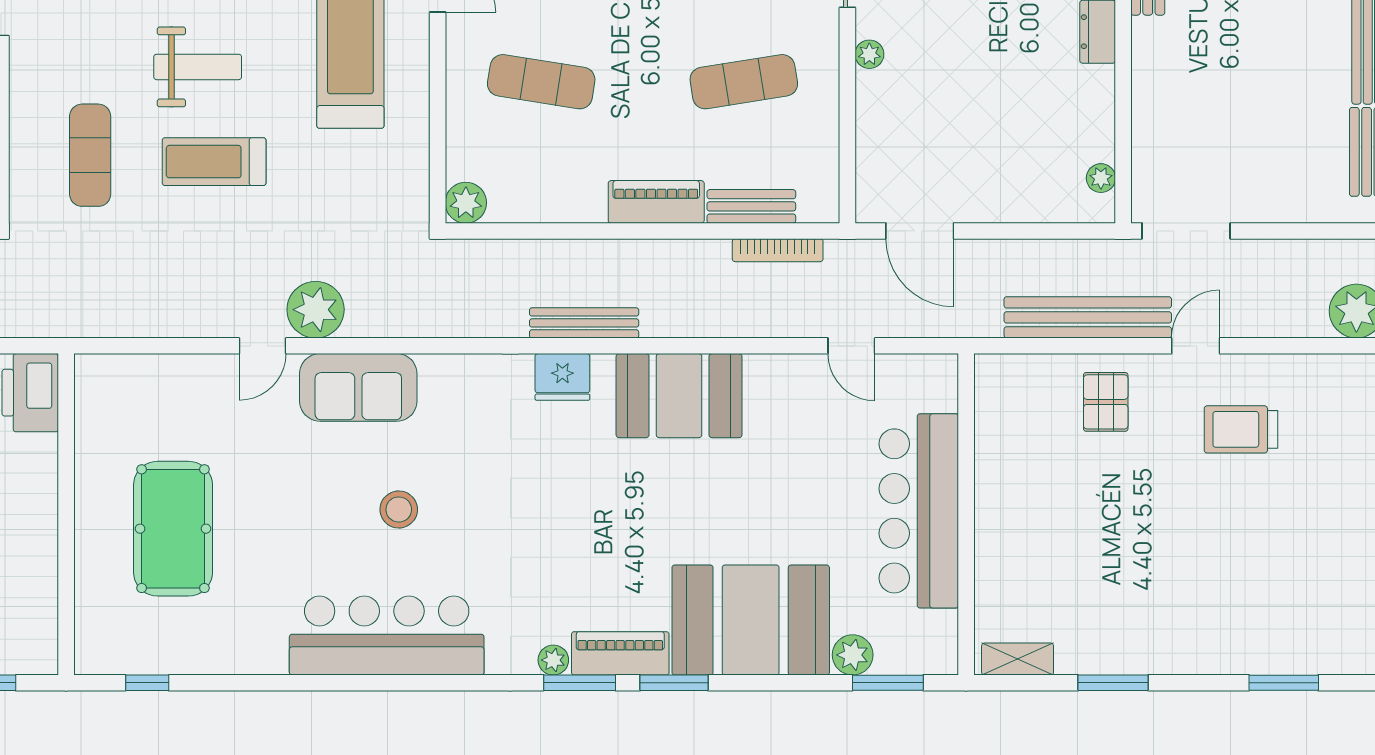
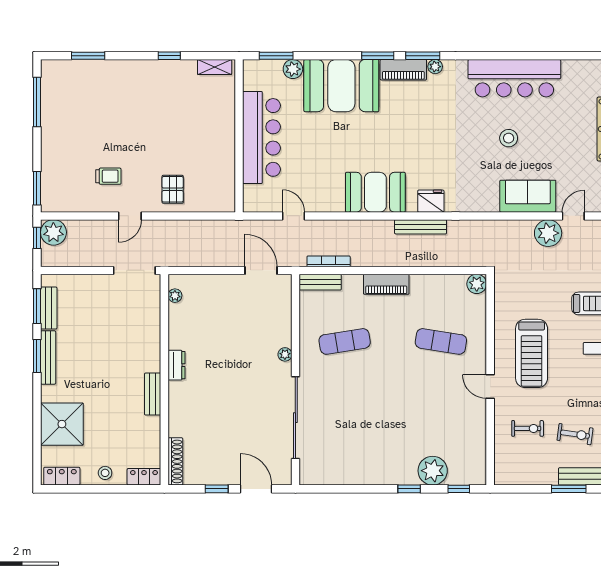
bench: (751, 206) -> (320, 282), moved
bench: (1088, 317) -> (181, 229), removed
trolley: (1241, 429) -> (108, 176), width x0.73, depth x0.72
window: (1113, 683) -> (169, 56), width x0.67

